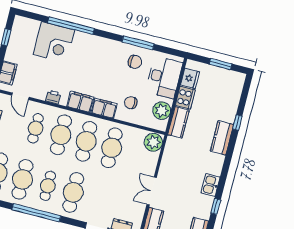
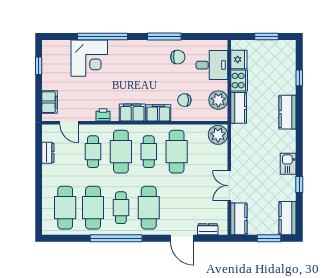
window: (138, 43) -> (164, 37), moved
desk: (164, 77) -> (212, 65), width x0.73
window: (237, 122) -> (299, 78), moved
cafe table: (86, 141) -> (149, 152), width x0.73, depth x0.74

